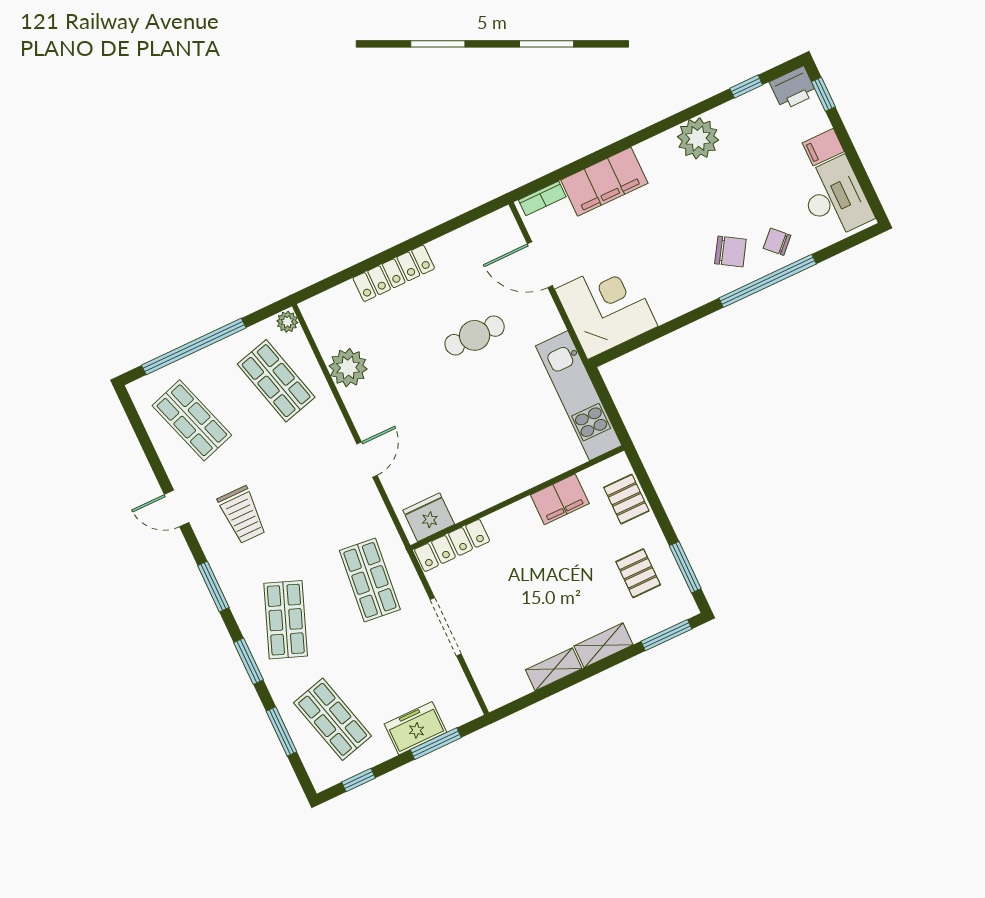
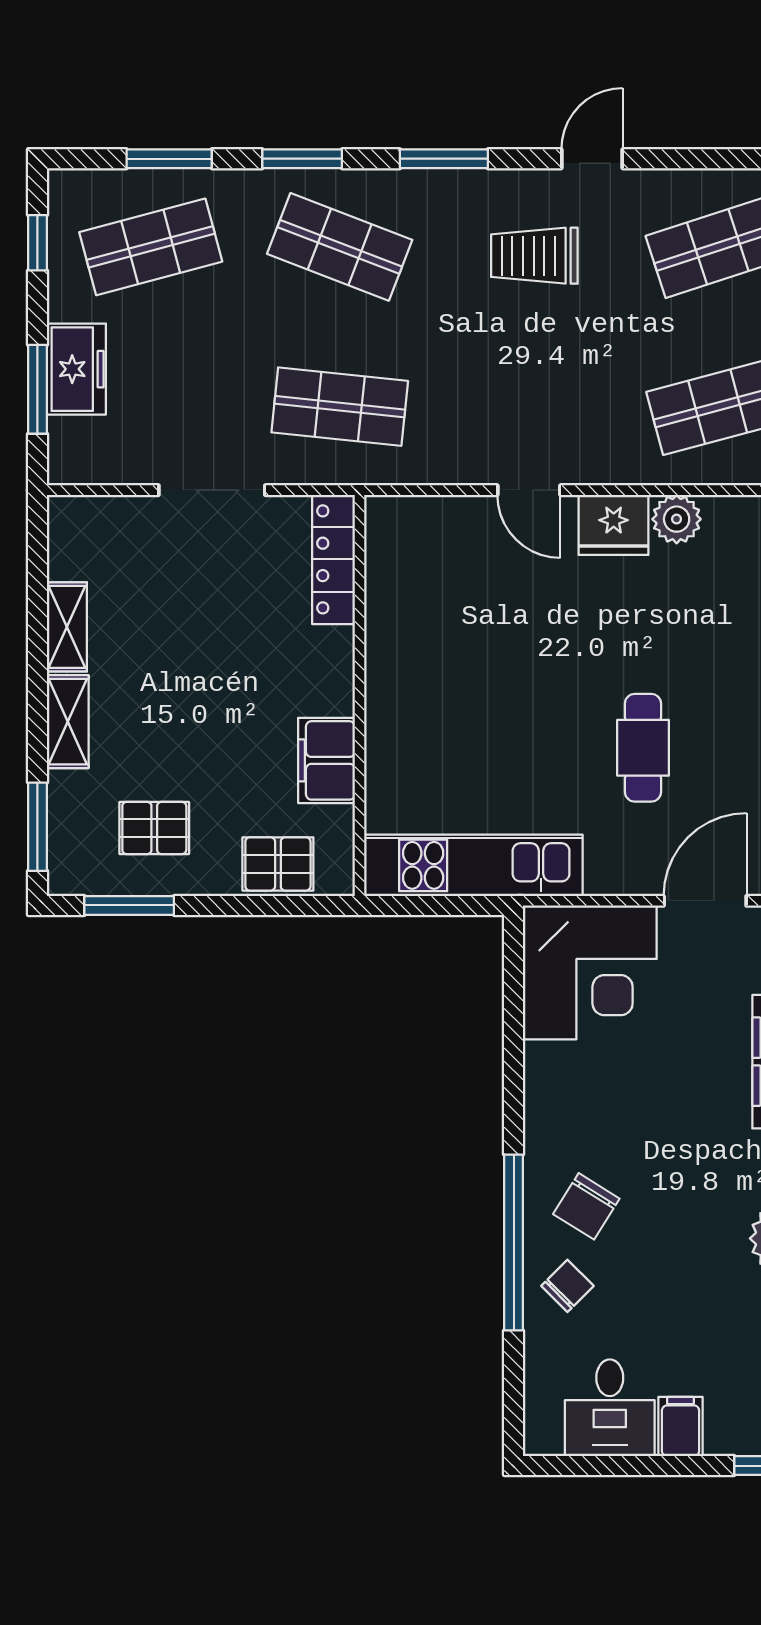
desk: (835, 198) -> (610, 1408), width x0.73
plant: (348, 368) -> (677, 519), width x0.73, depth x0.73
fridge: (429, 517) -> (614, 525), moved, turned 90

